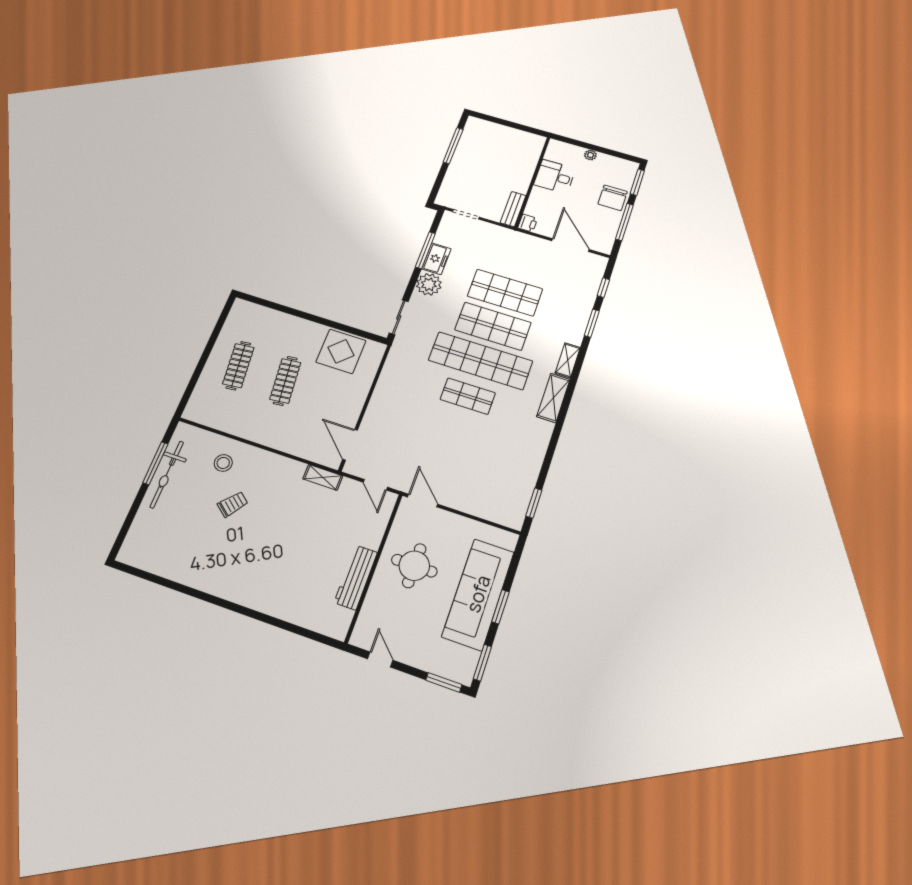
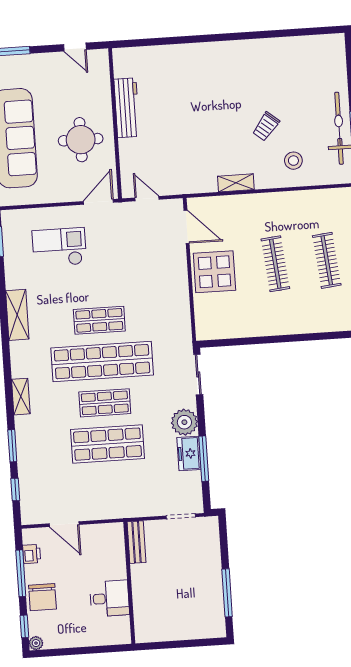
plant: (590, 155) -> (36, 643), moved
window: (637, 182) -> (24, 626), width x0.67
chair: (613, 198) -> (42, 597), turned 180
printer: (528, 223) -> (32, 554), moved, turned 180
door: (571, 245) -> (64, 524), width x0.73
shop shelf: (493, 326) -> (105, 403), width x0.70, depth x0.74
display table: (341, 351) -> (214, 272), moved
shelving: (553, 398) -> (17, 315), moved
checkout: (478, 474) -> (59, 247), added
shelving: (323, 477) -> (236, 183), moved
door: (423, 501) -> (98, 202), swing flipped

